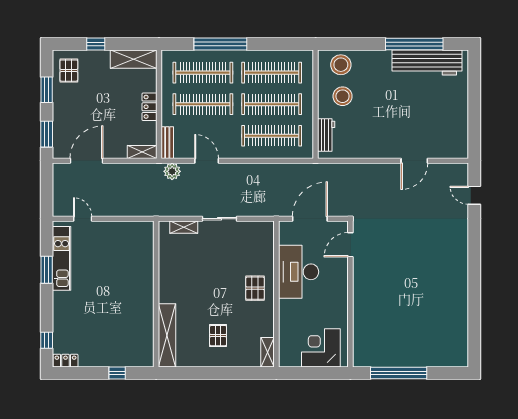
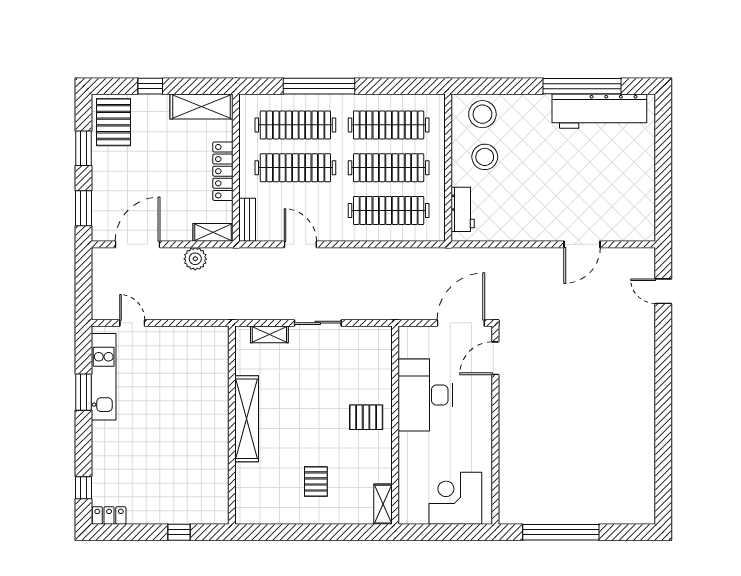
pallet: (69, 71) -> (114, 122), width x1.50, depth x1.42
locker: (149, 107) -> (223, 171), width x1.53
plant: (172, 171) -> (195, 259), moved
door: (310, 219) -> (461, 323), moved
pallet: (255, 288) -> (366, 417), turned 90
shelving: (167, 335) -> (247, 419), moved

